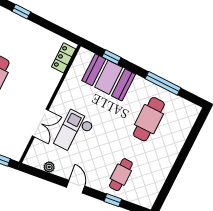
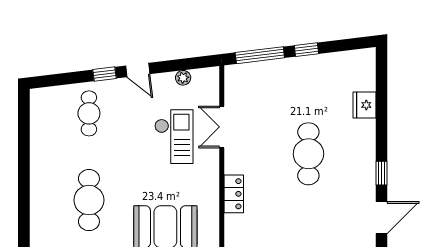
locker: (64, 58) -> (234, 194), moved
window: (113, 200) -> (105, 74), moved

